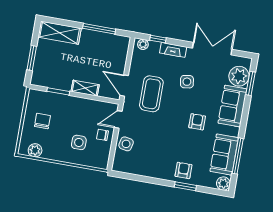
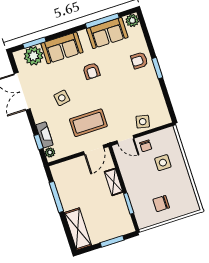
fireplace: (173, 50) -> (44, 135), moved
armchair: (197, 122) -> (91, 71), turned -90
plant: (35, 150) -> (190, 197), removed
window: (185, 186) -> (157, 68), moved

